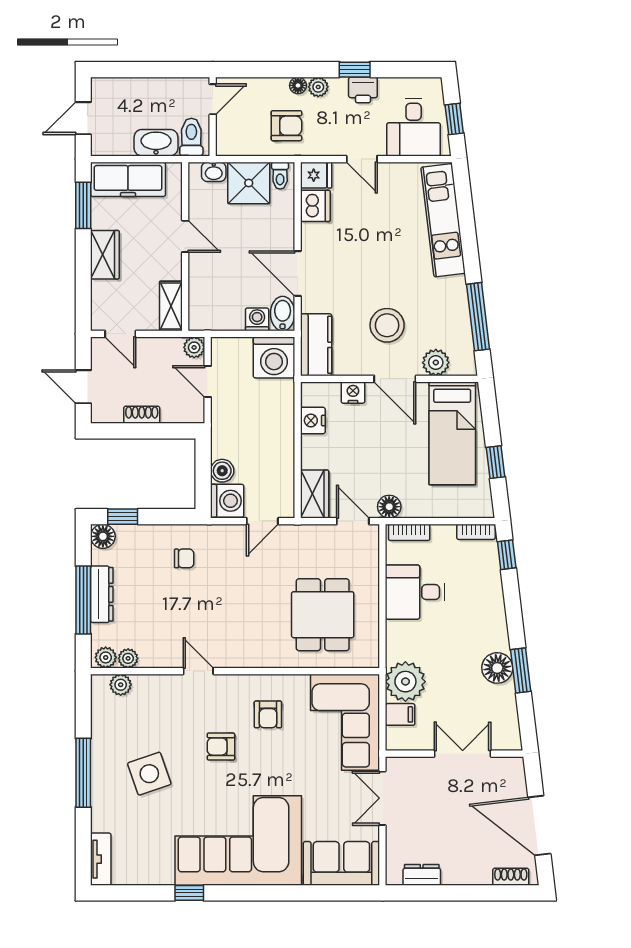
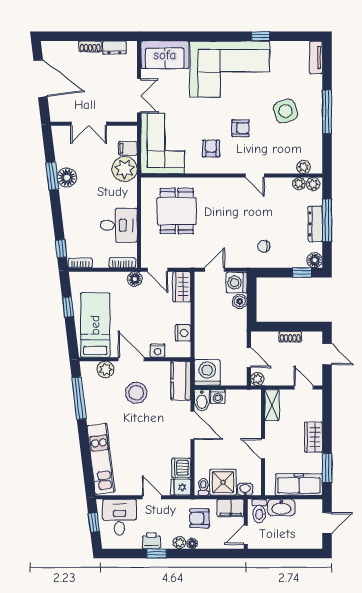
filing cabinet: (237, 142) -> (231, 508), added
shoe rack: (511, 877) -> (90, 46), moved

